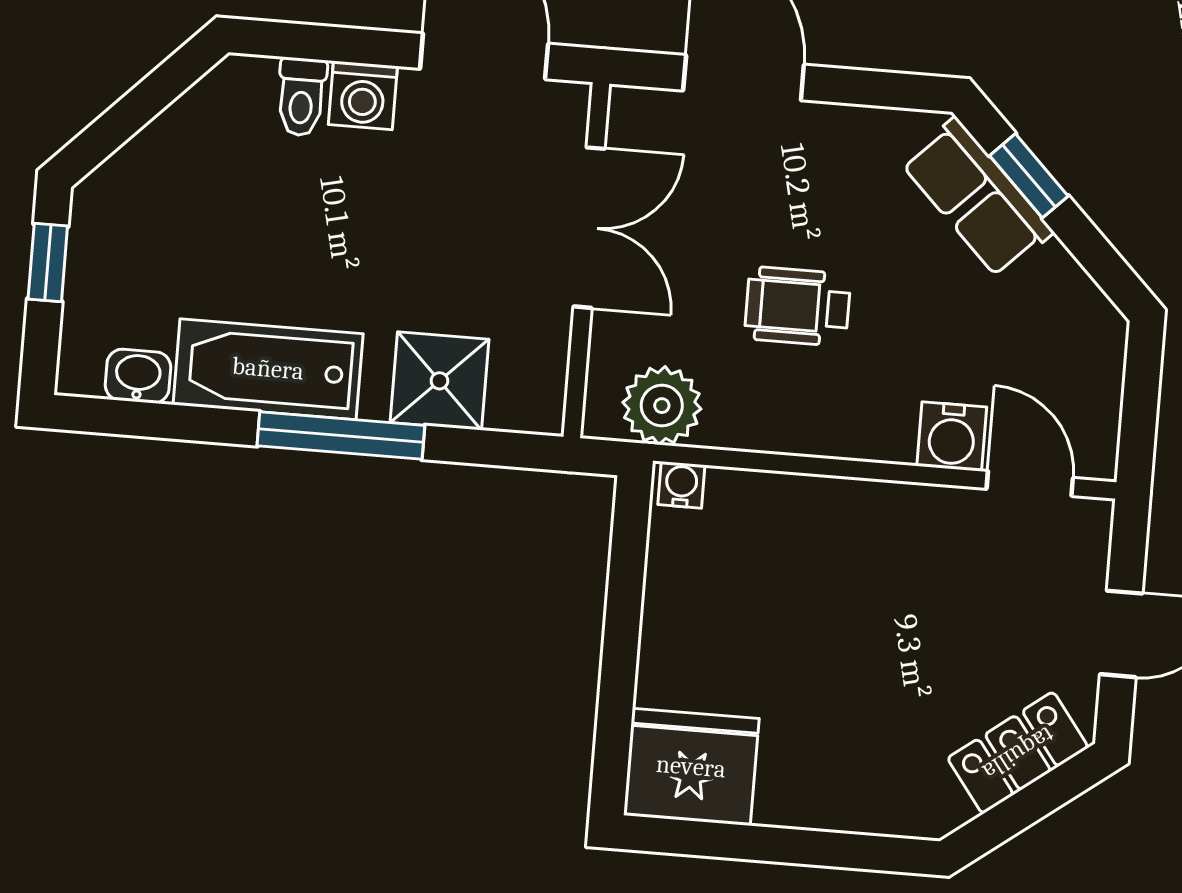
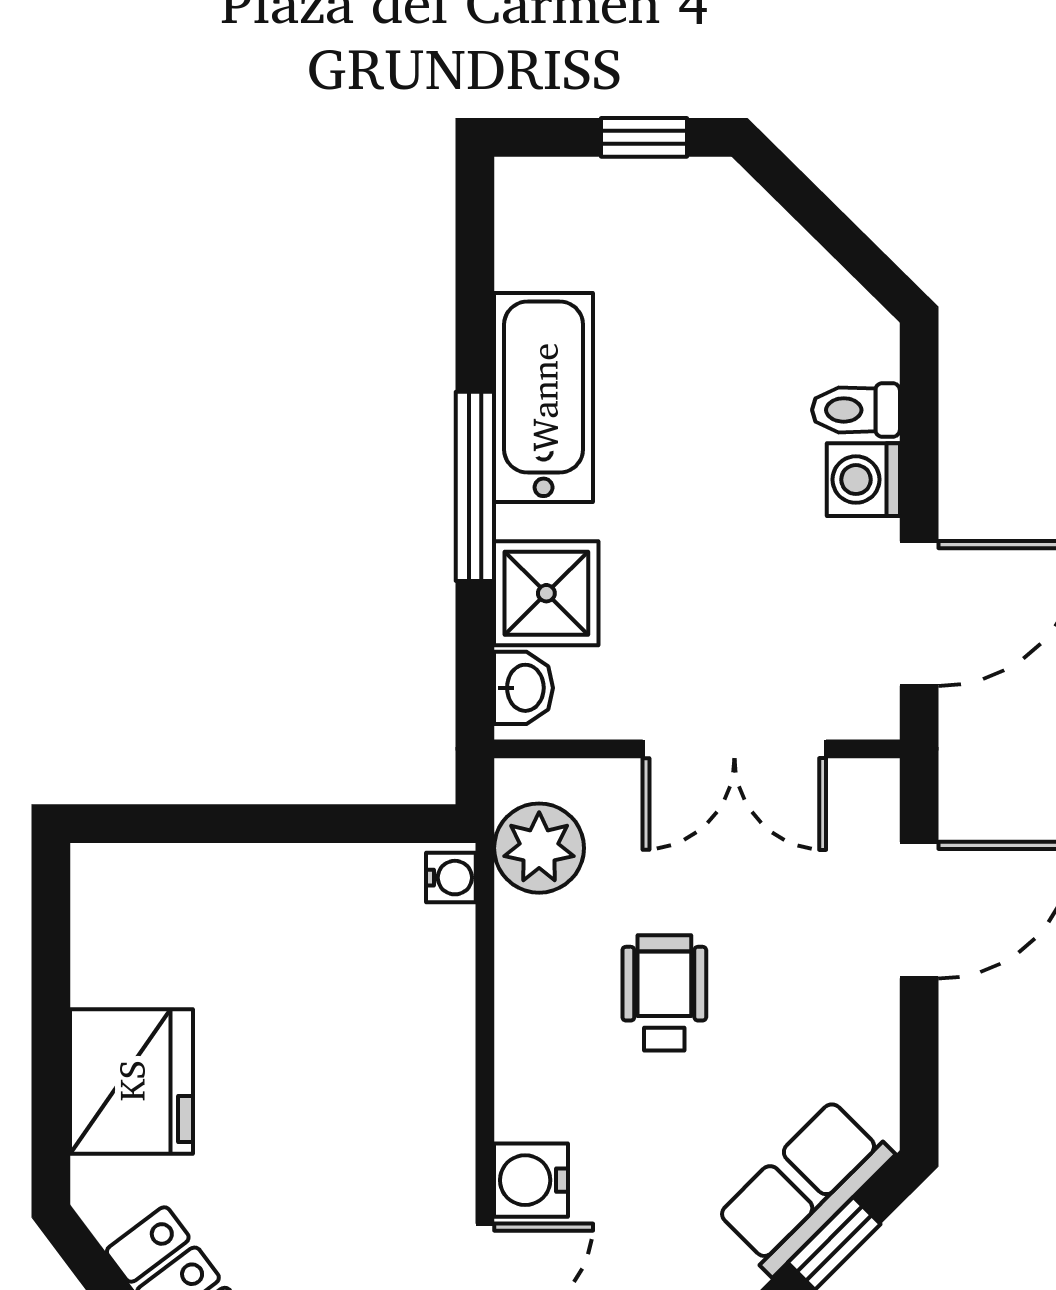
washbasin: (138, 376) -> (524, 688), moved
fridge: (691, 767) -> (131, 1081), moved

